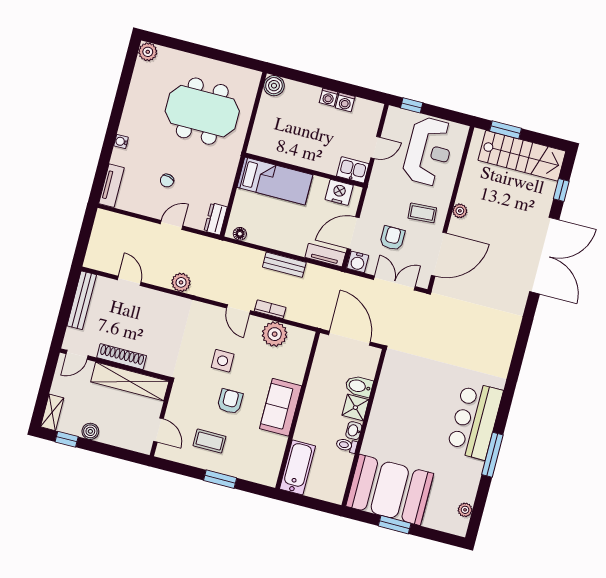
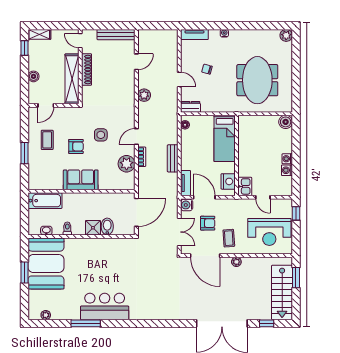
boiler: (90, 431) -> (34, 76), moved
washbasin: (354, 431) -> (46, 231), moved

